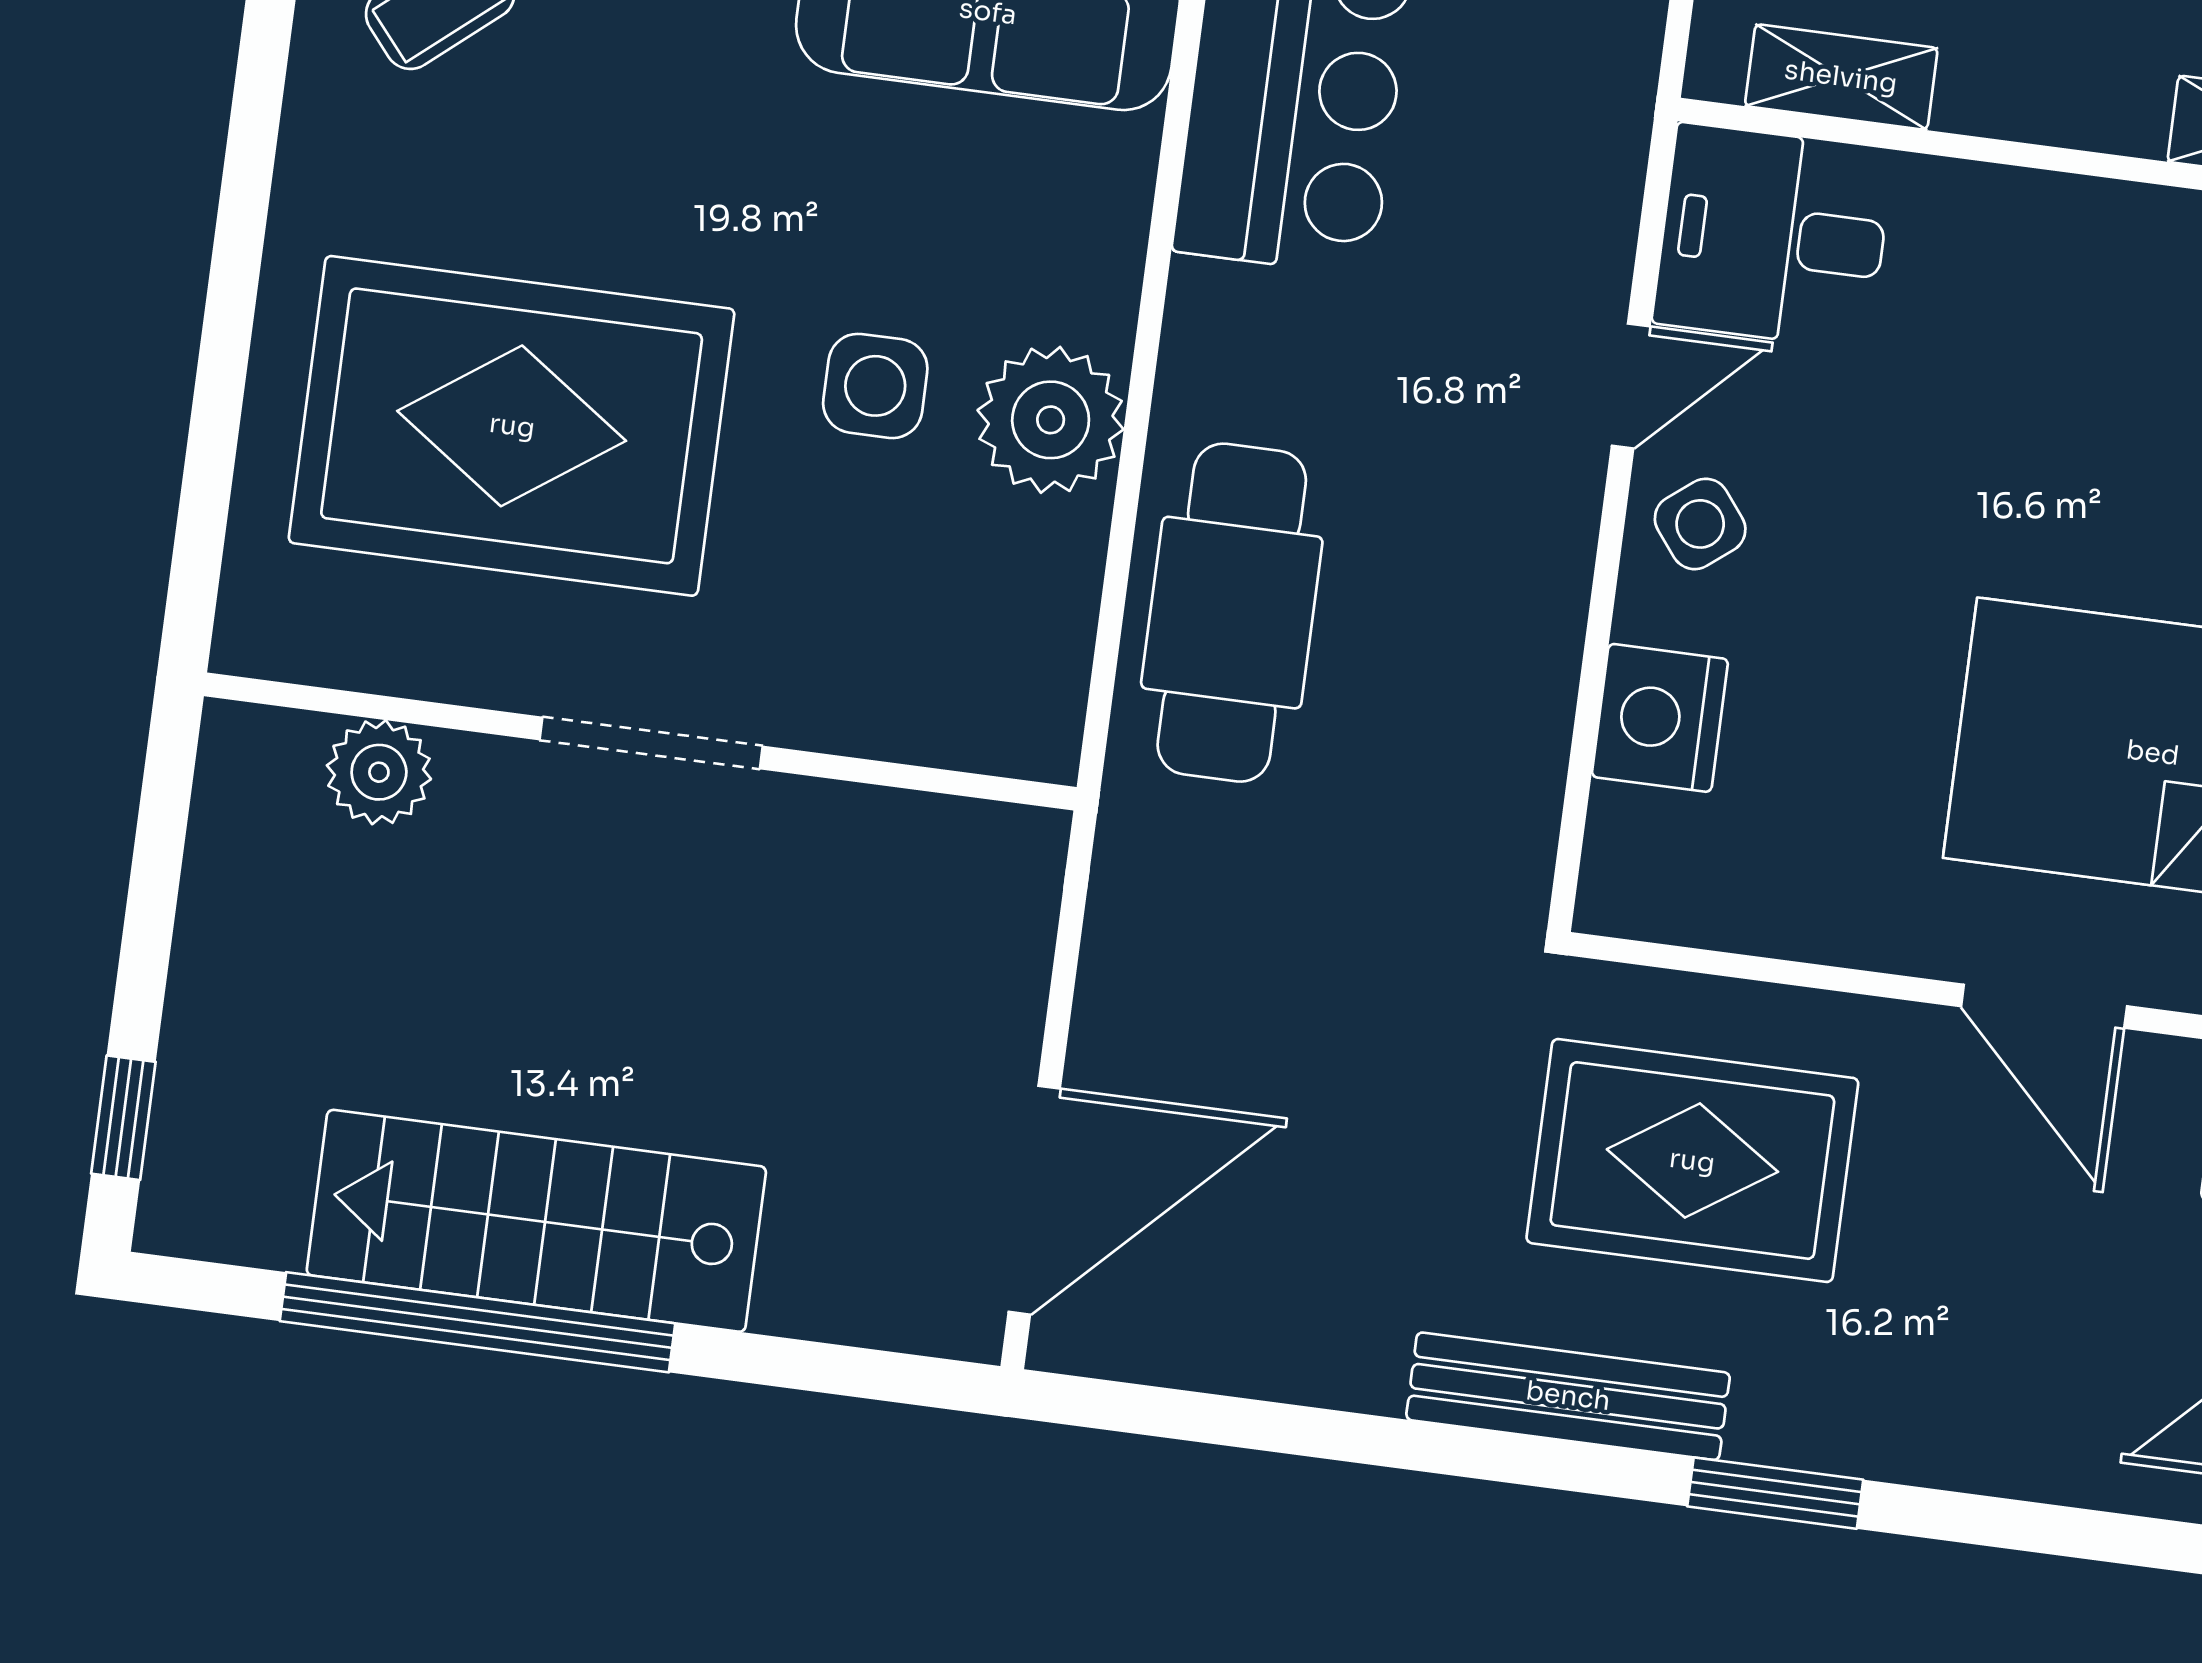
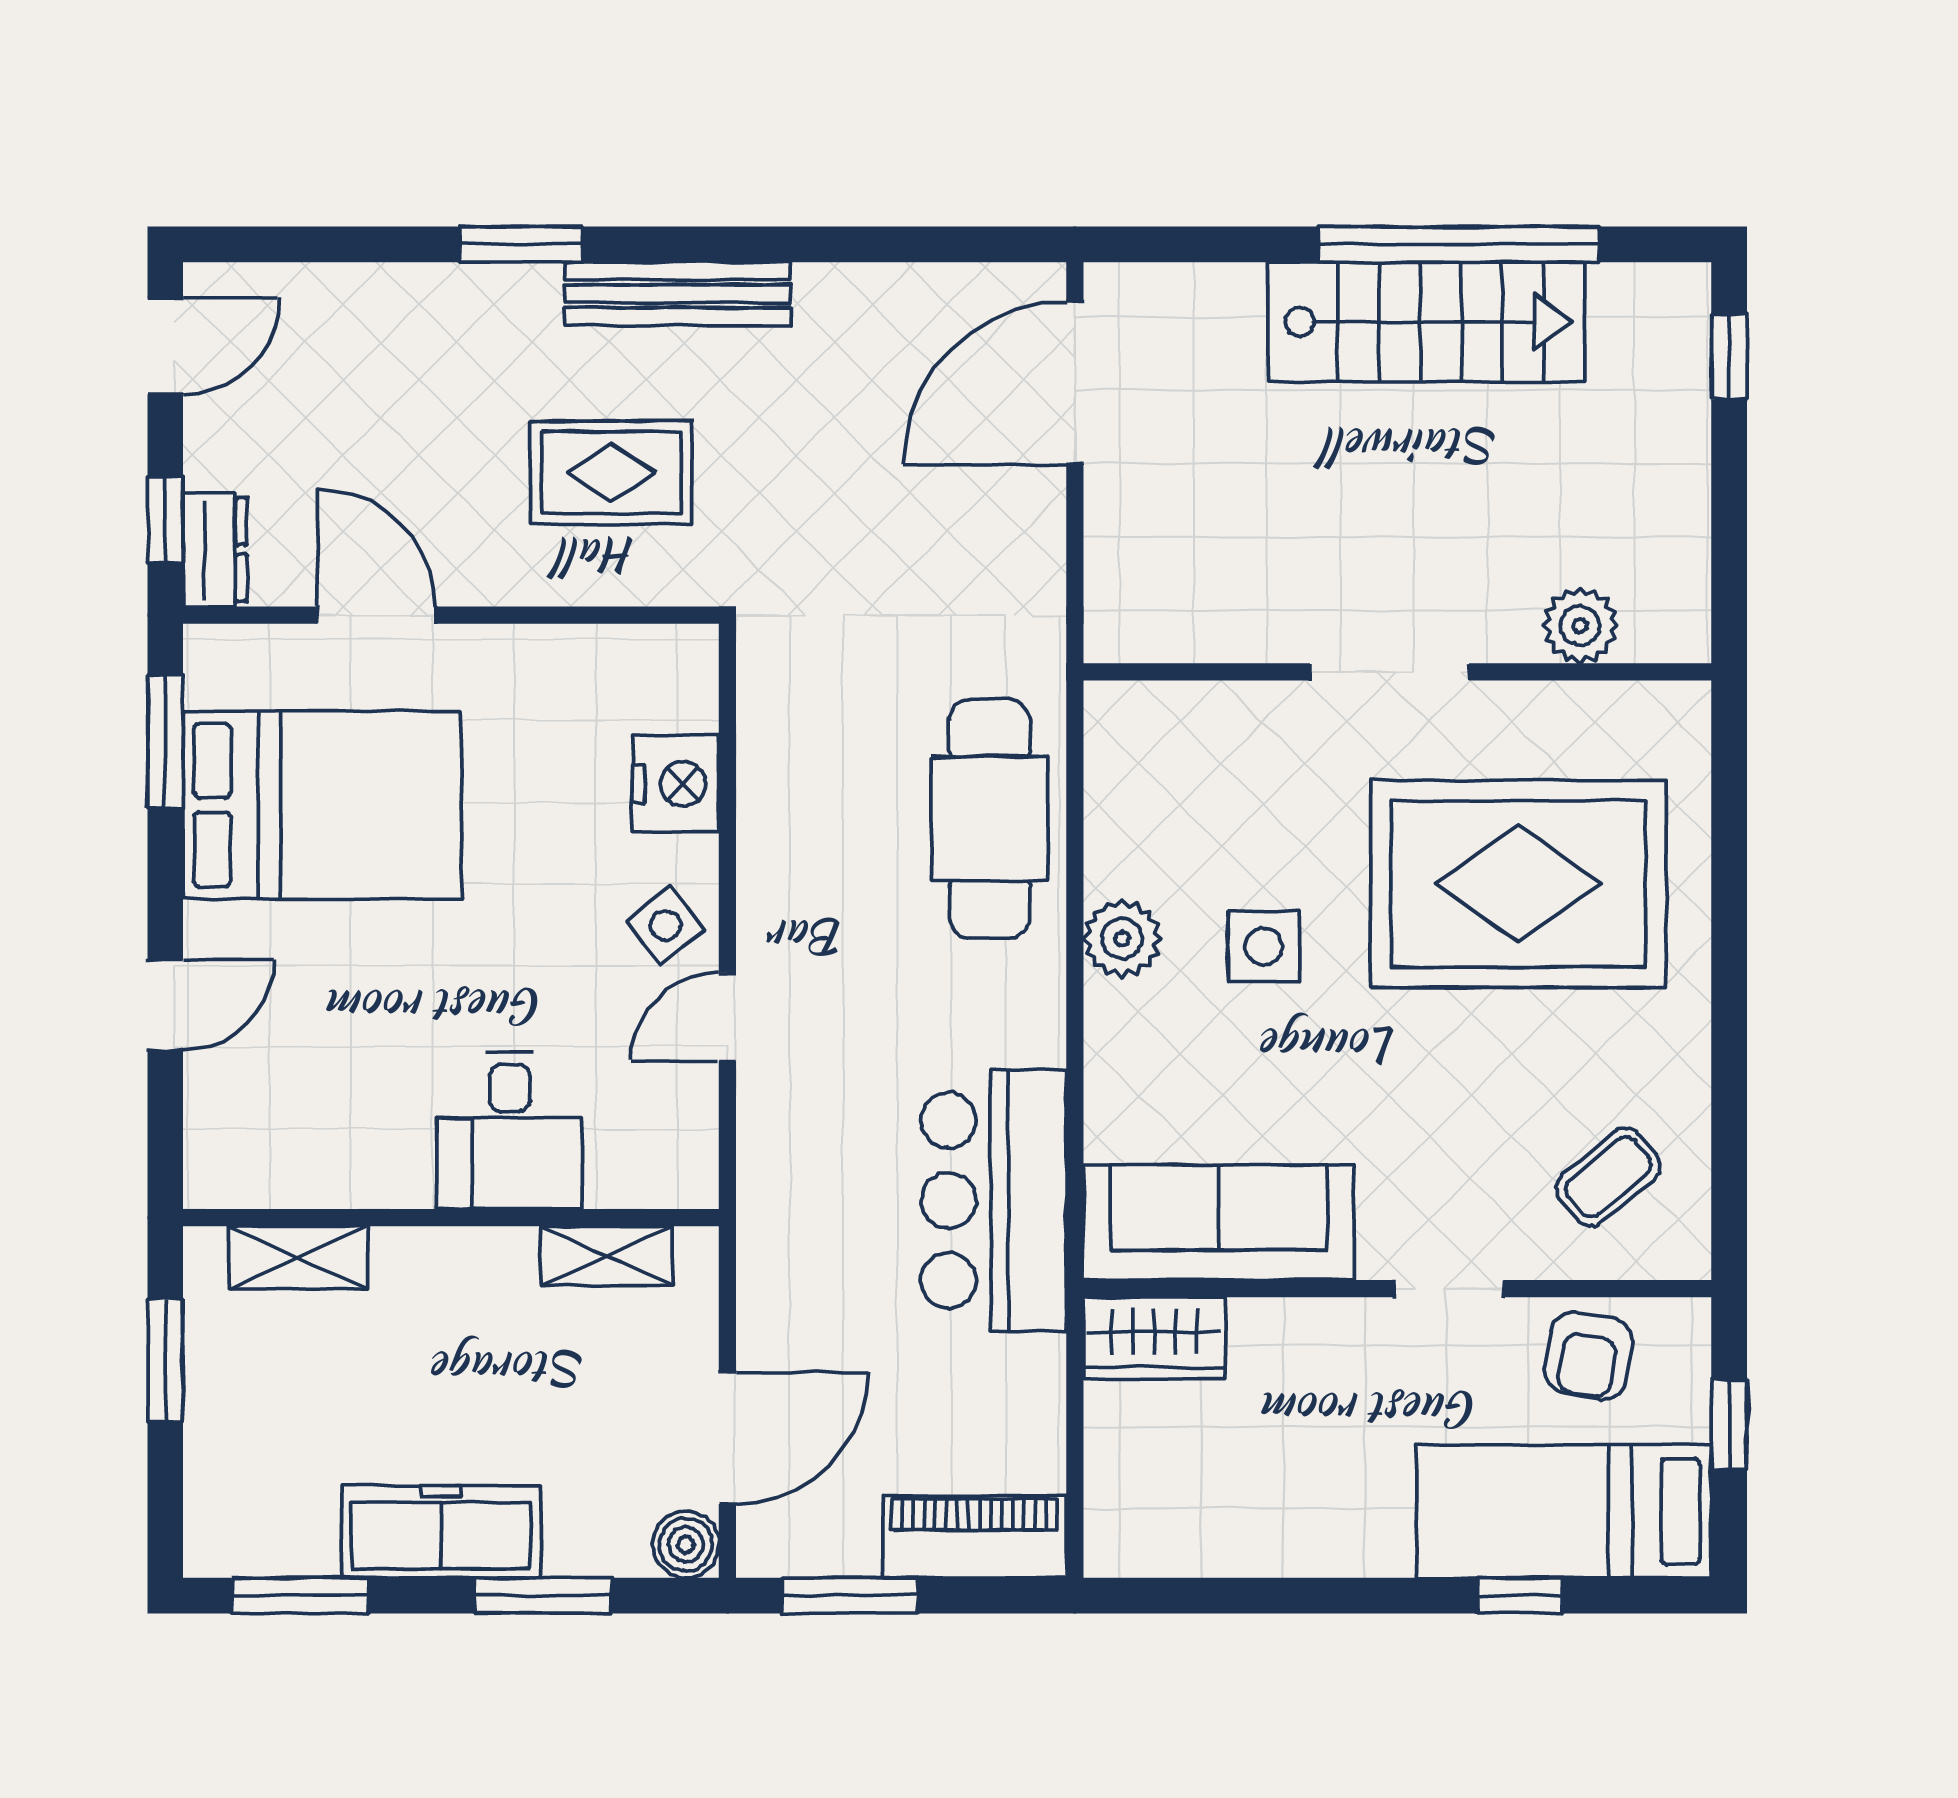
desk: (1773, 236) -> (510, 1131), moved, turned 90
plant: (1051, 420) -> (1122, 939), width x0.73, depth x0.73
rug: (1692, 1161) -> (611, 473), width x0.73, depth x0.70

